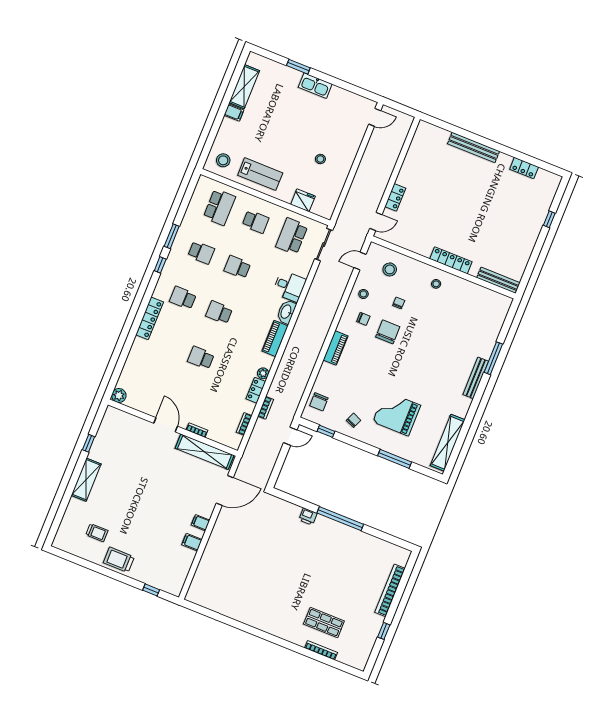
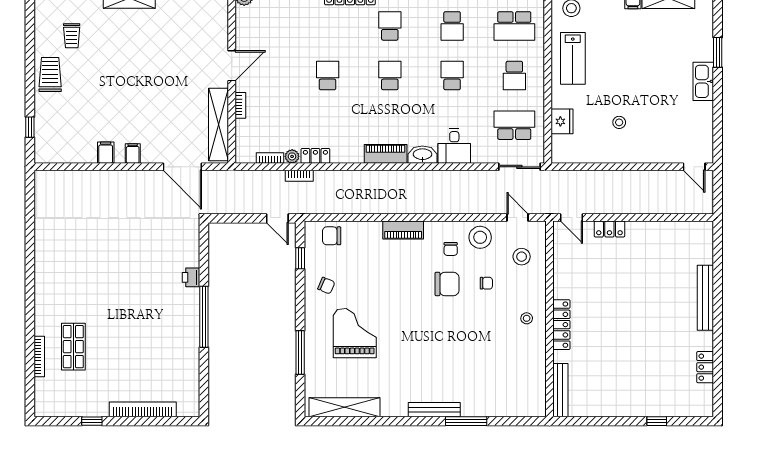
stool: (363, 294) -> (480, 237), width x1.89, depth x1.89
plant: (263, 373) -> (292, 156), moved

